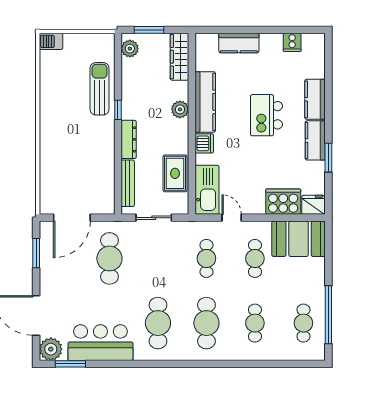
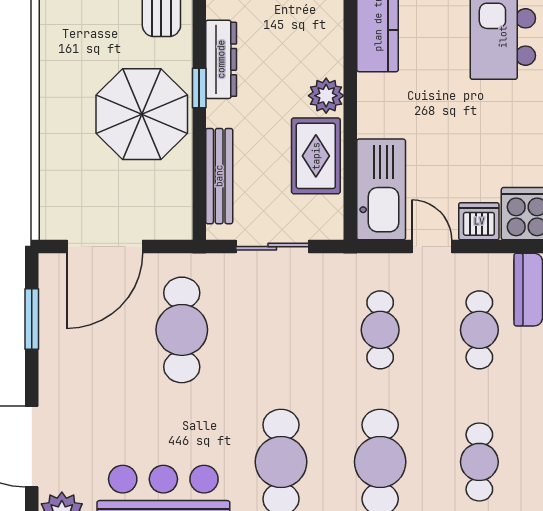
plant: (180, 109) -> (326, 96), moved
window: (118, 110) -> (199, 88), moved
dresser: (129, 139) -> (221, 59), moved
dishwasher: (204, 143) -> (479, 221), moved, turned -90
parasol: (90, 153) -> (142, 114), added

